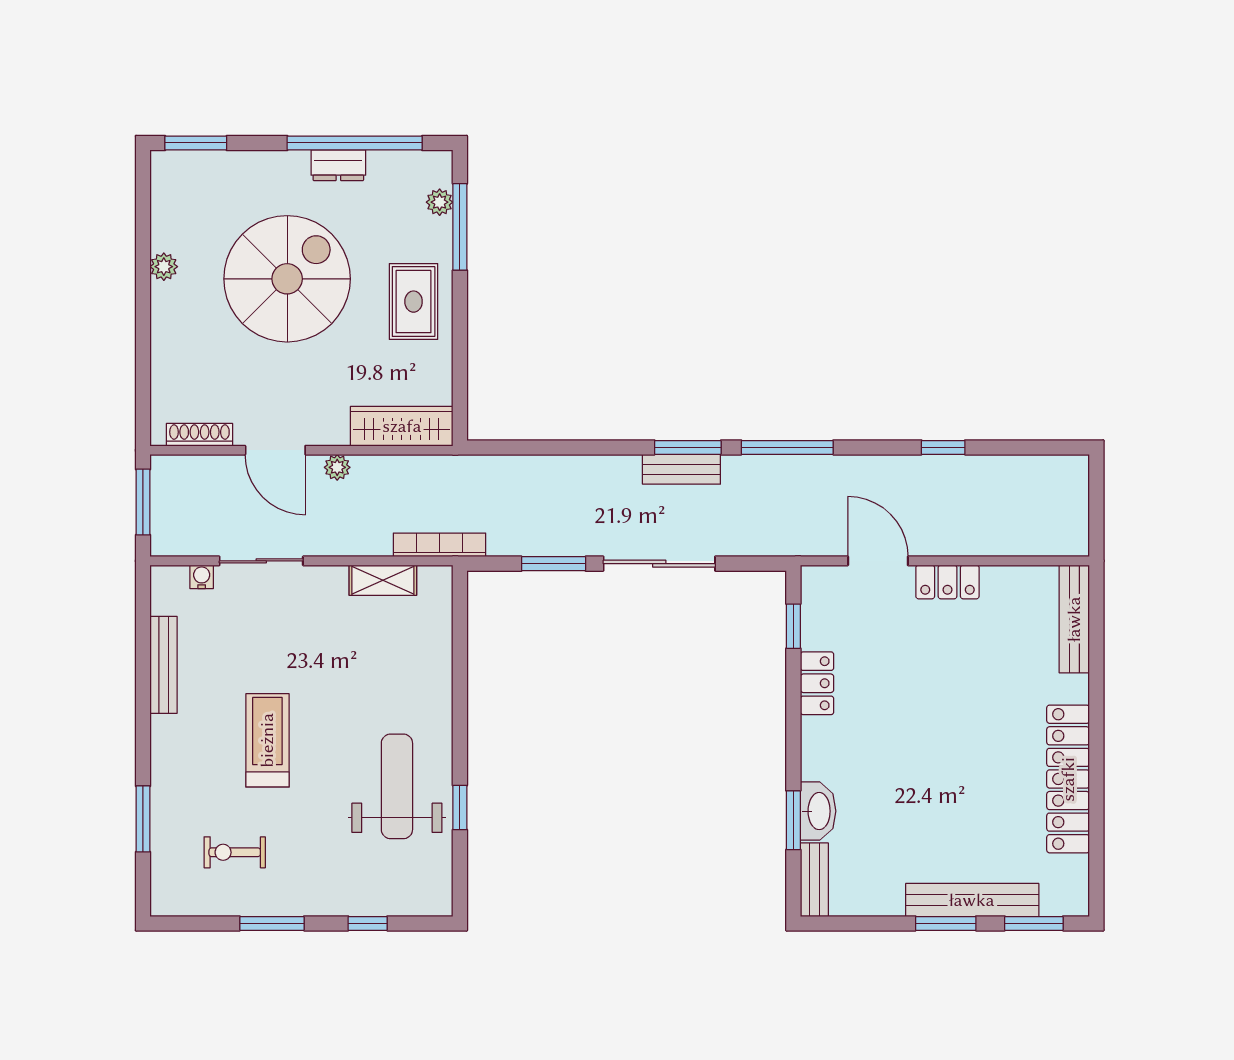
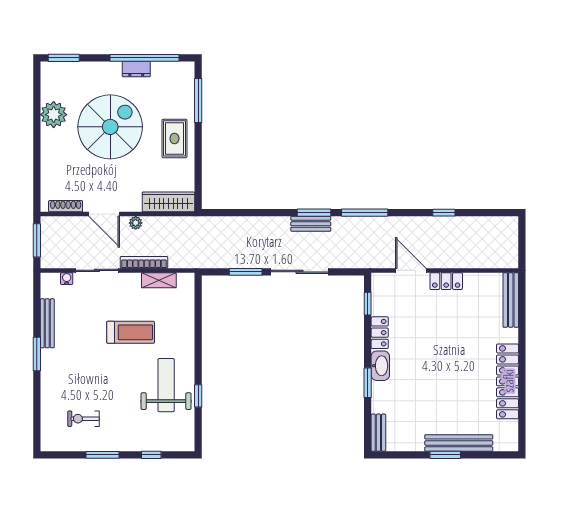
plant: (440, 202) -> (188, 88), removed
plant: (164, 267) -> (54, 115), width x1.87, depth x1.87
bookcase: (439, 545) -> (144, 262), moved
treadmill: (267, 740) -> (131, 332), moved, turned 90
washbasin: (818, 811) -> (380, 366), moved
window: (143, 819) -> (37, 354), moved
window: (793, 820) -> (368, 383), moved
window: (1034, 923) -> (490, 455), removed

